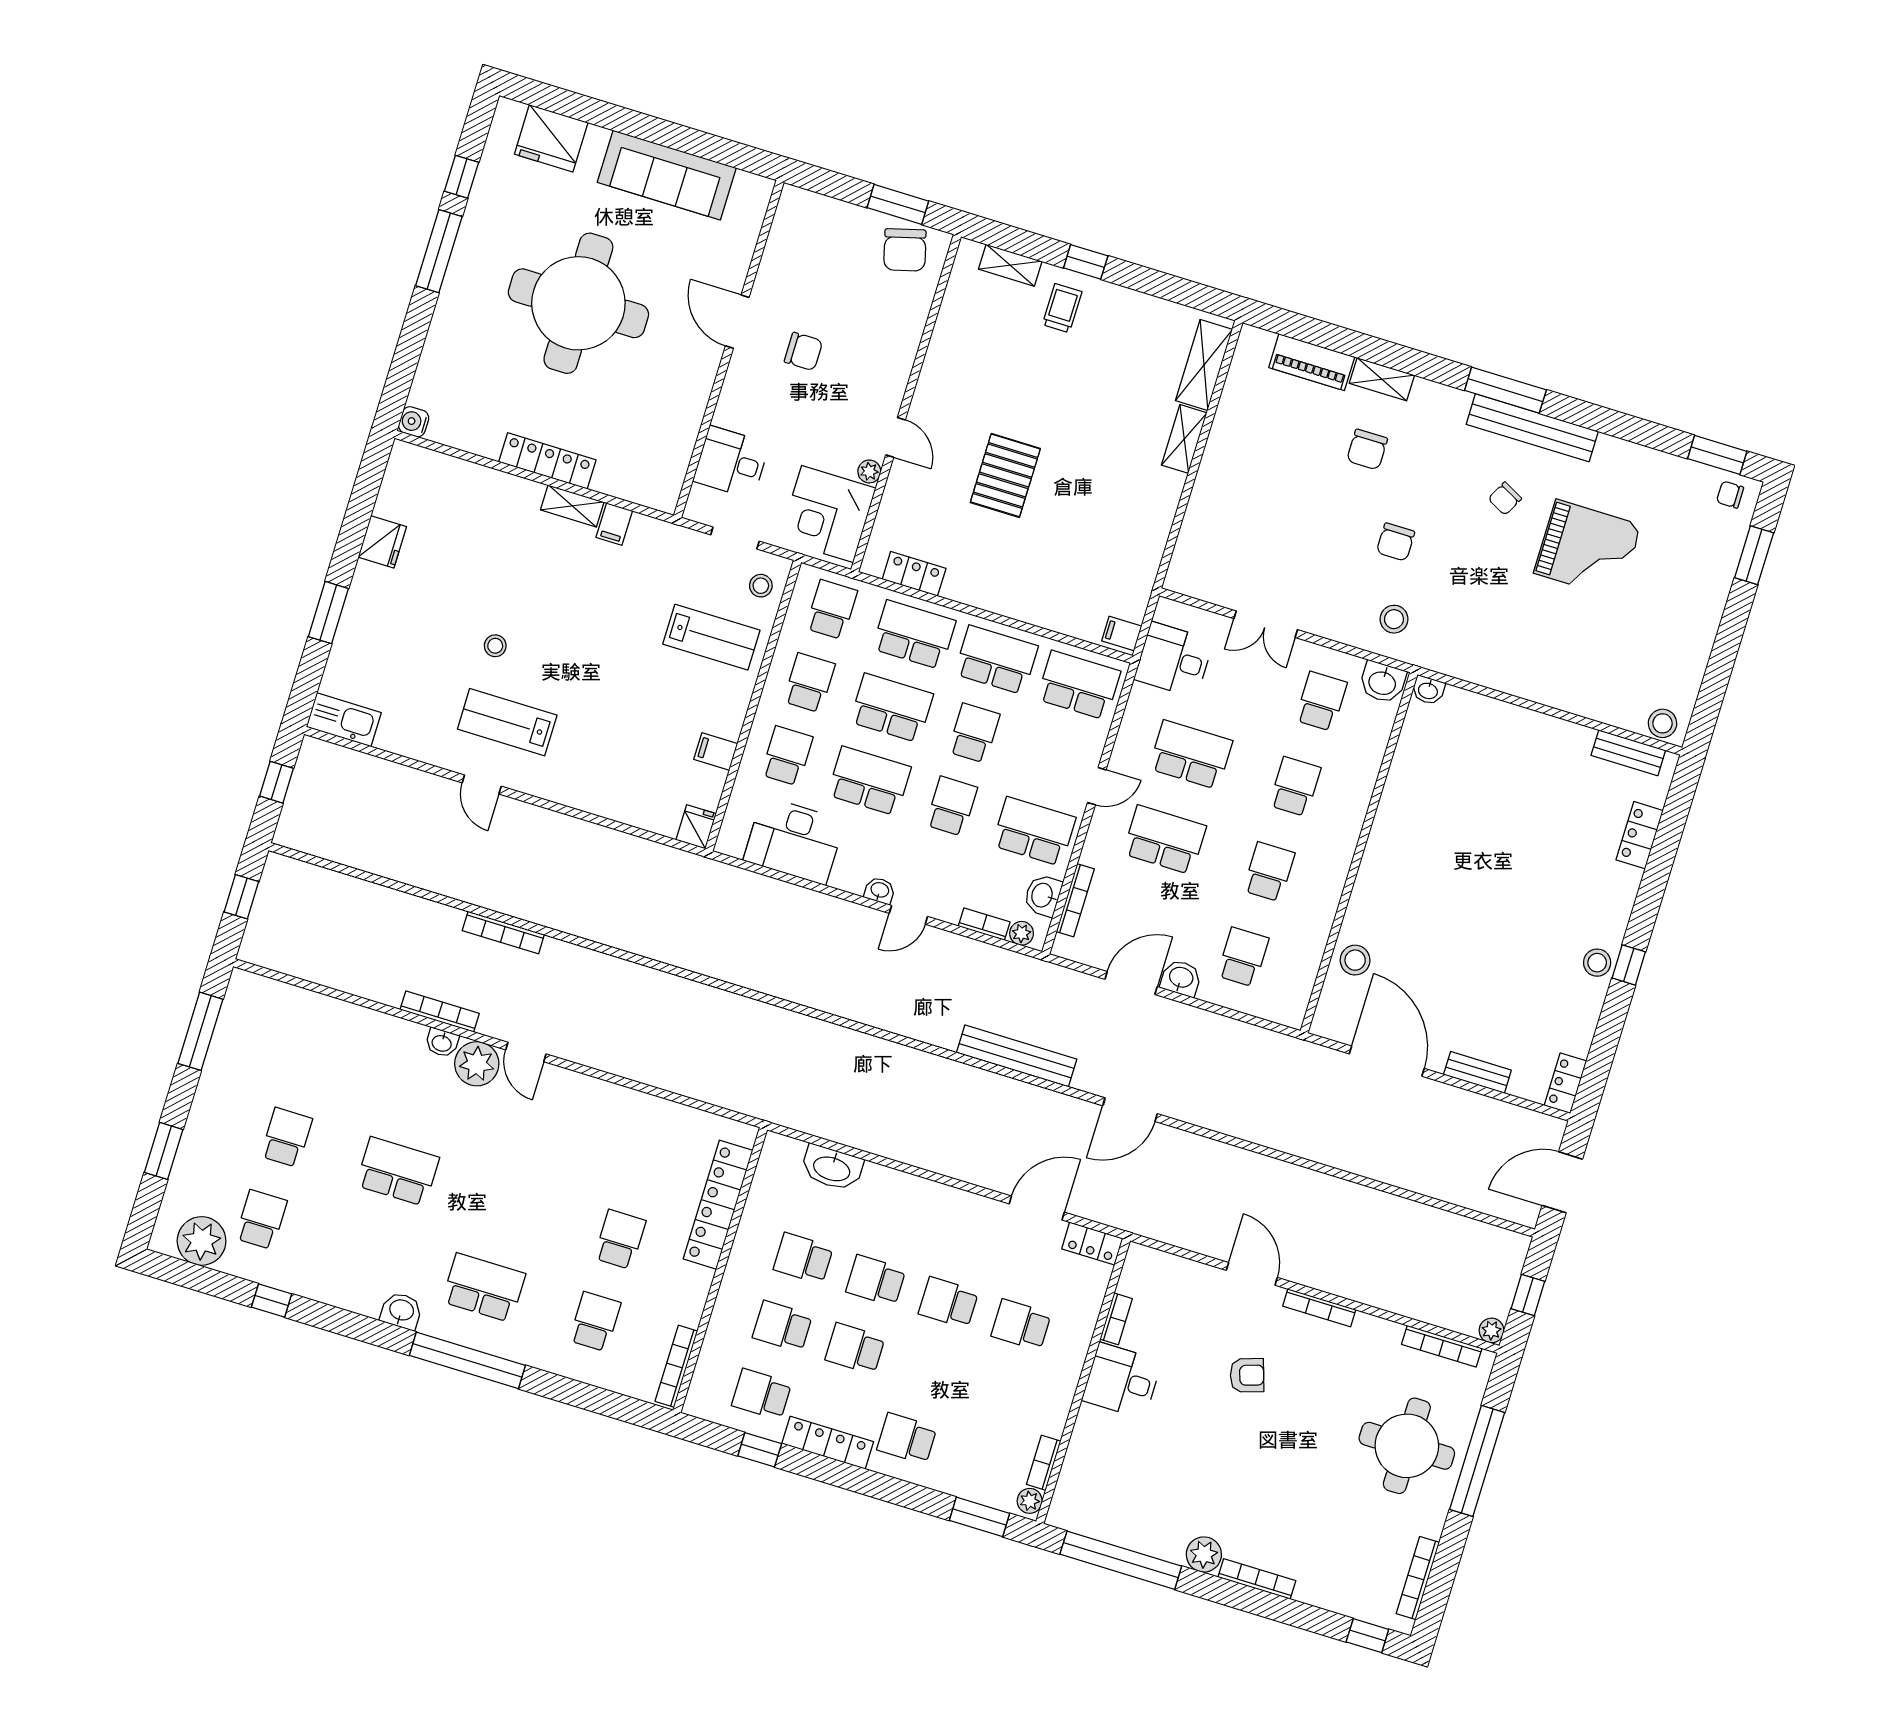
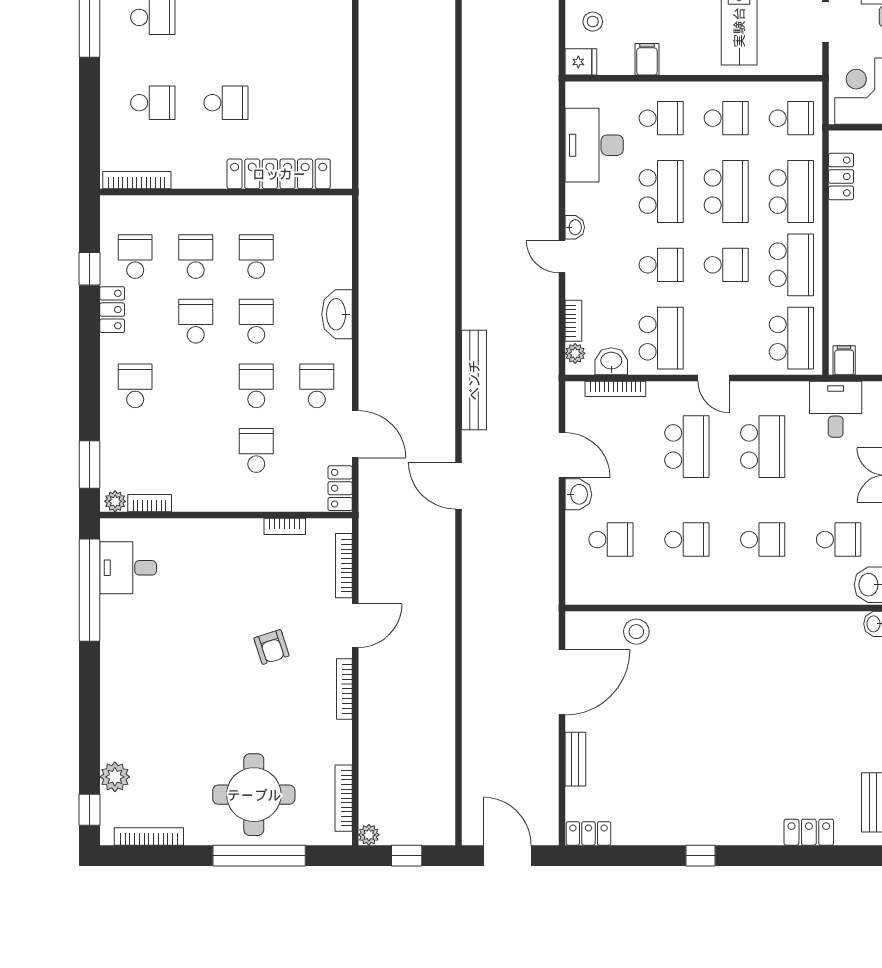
stool: (761, 586) -> (593, 22), moved
stool: (1597, 963) -> (695, 829), removed
washbasin: (832, 1168) -> (337, 314), moved
school desk: (969, 1235) -> (317, 386), added
desk: (1122, 1381) -> (128, 568), moved, turned -90
locker: (828, 1443) -> (112, 310), width x0.66
plant: (1204, 1554) -> (115, 777), moved
bookcase: (1257, 1579) -> (344, 566), moved, turned 180

